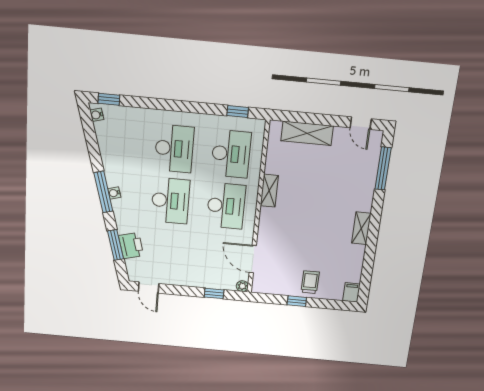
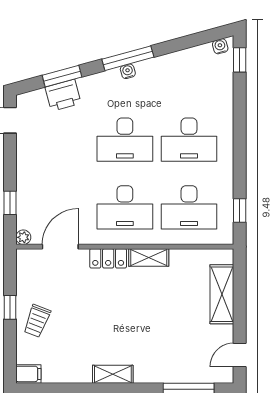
locker: (266, 223) -> (108, 258), added
trolley: (310, 282) -> (37, 321), turned 111

